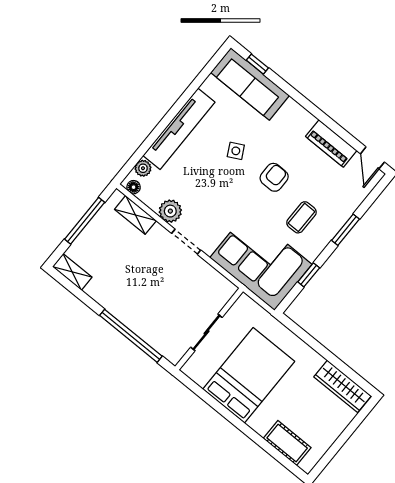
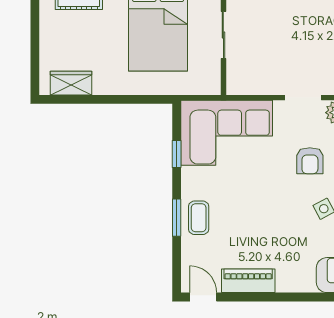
armchair: (274, 177) -> (310, 161), moved
coffee table: (301, 217) -> (199, 218), moved
wardrobe: (343, 386) -> (71, 83), width x0.67

